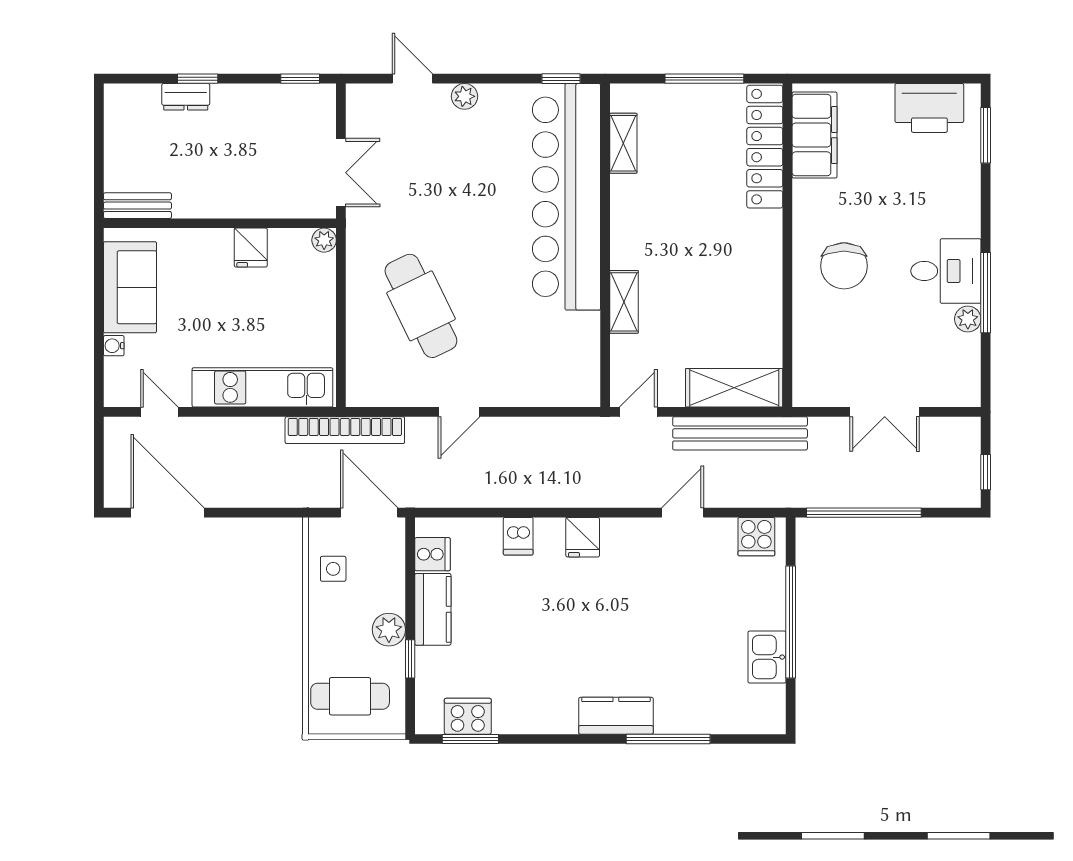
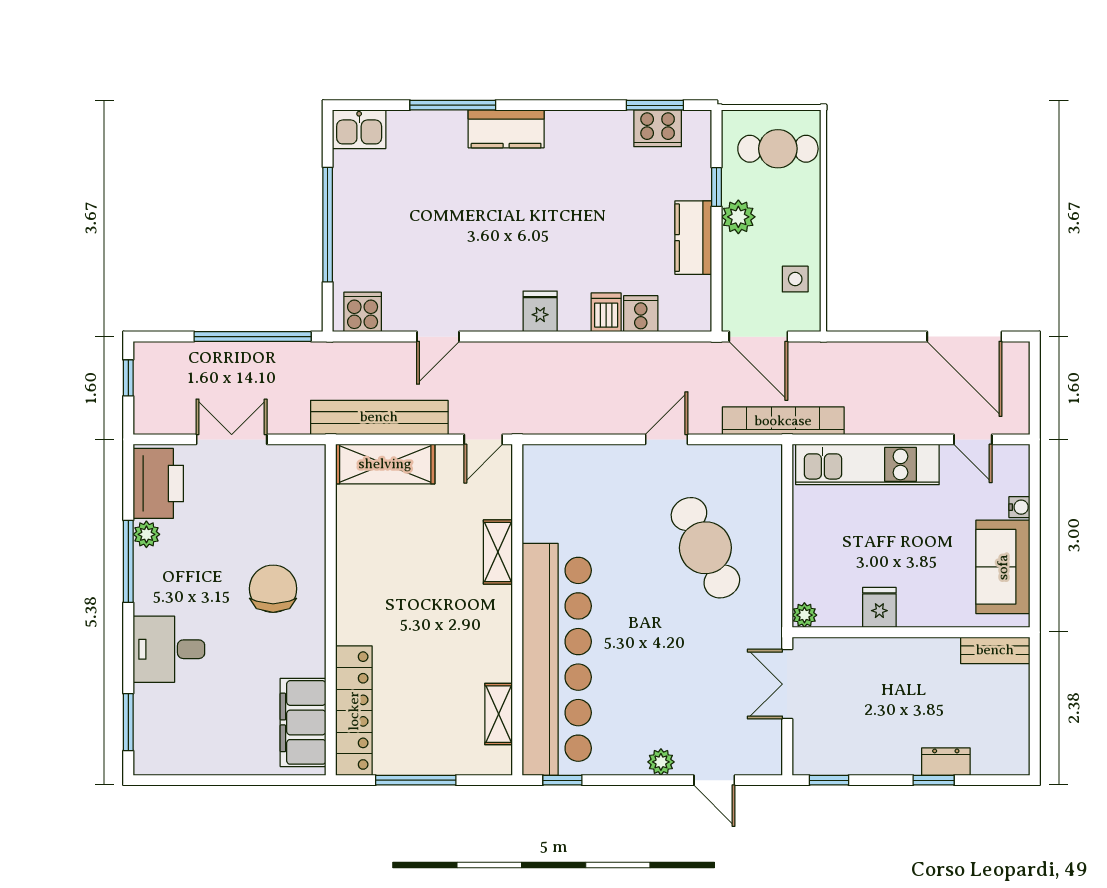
printer: (929, 108) -> (158, 483), moved, turned 90
desk: (946, 271) -> (169, 649), moved
cooker: (432, 554) -> (641, 314), moved, turned 90
kitchen sink: (767, 657) -> (359, 129), moved, turned 90

